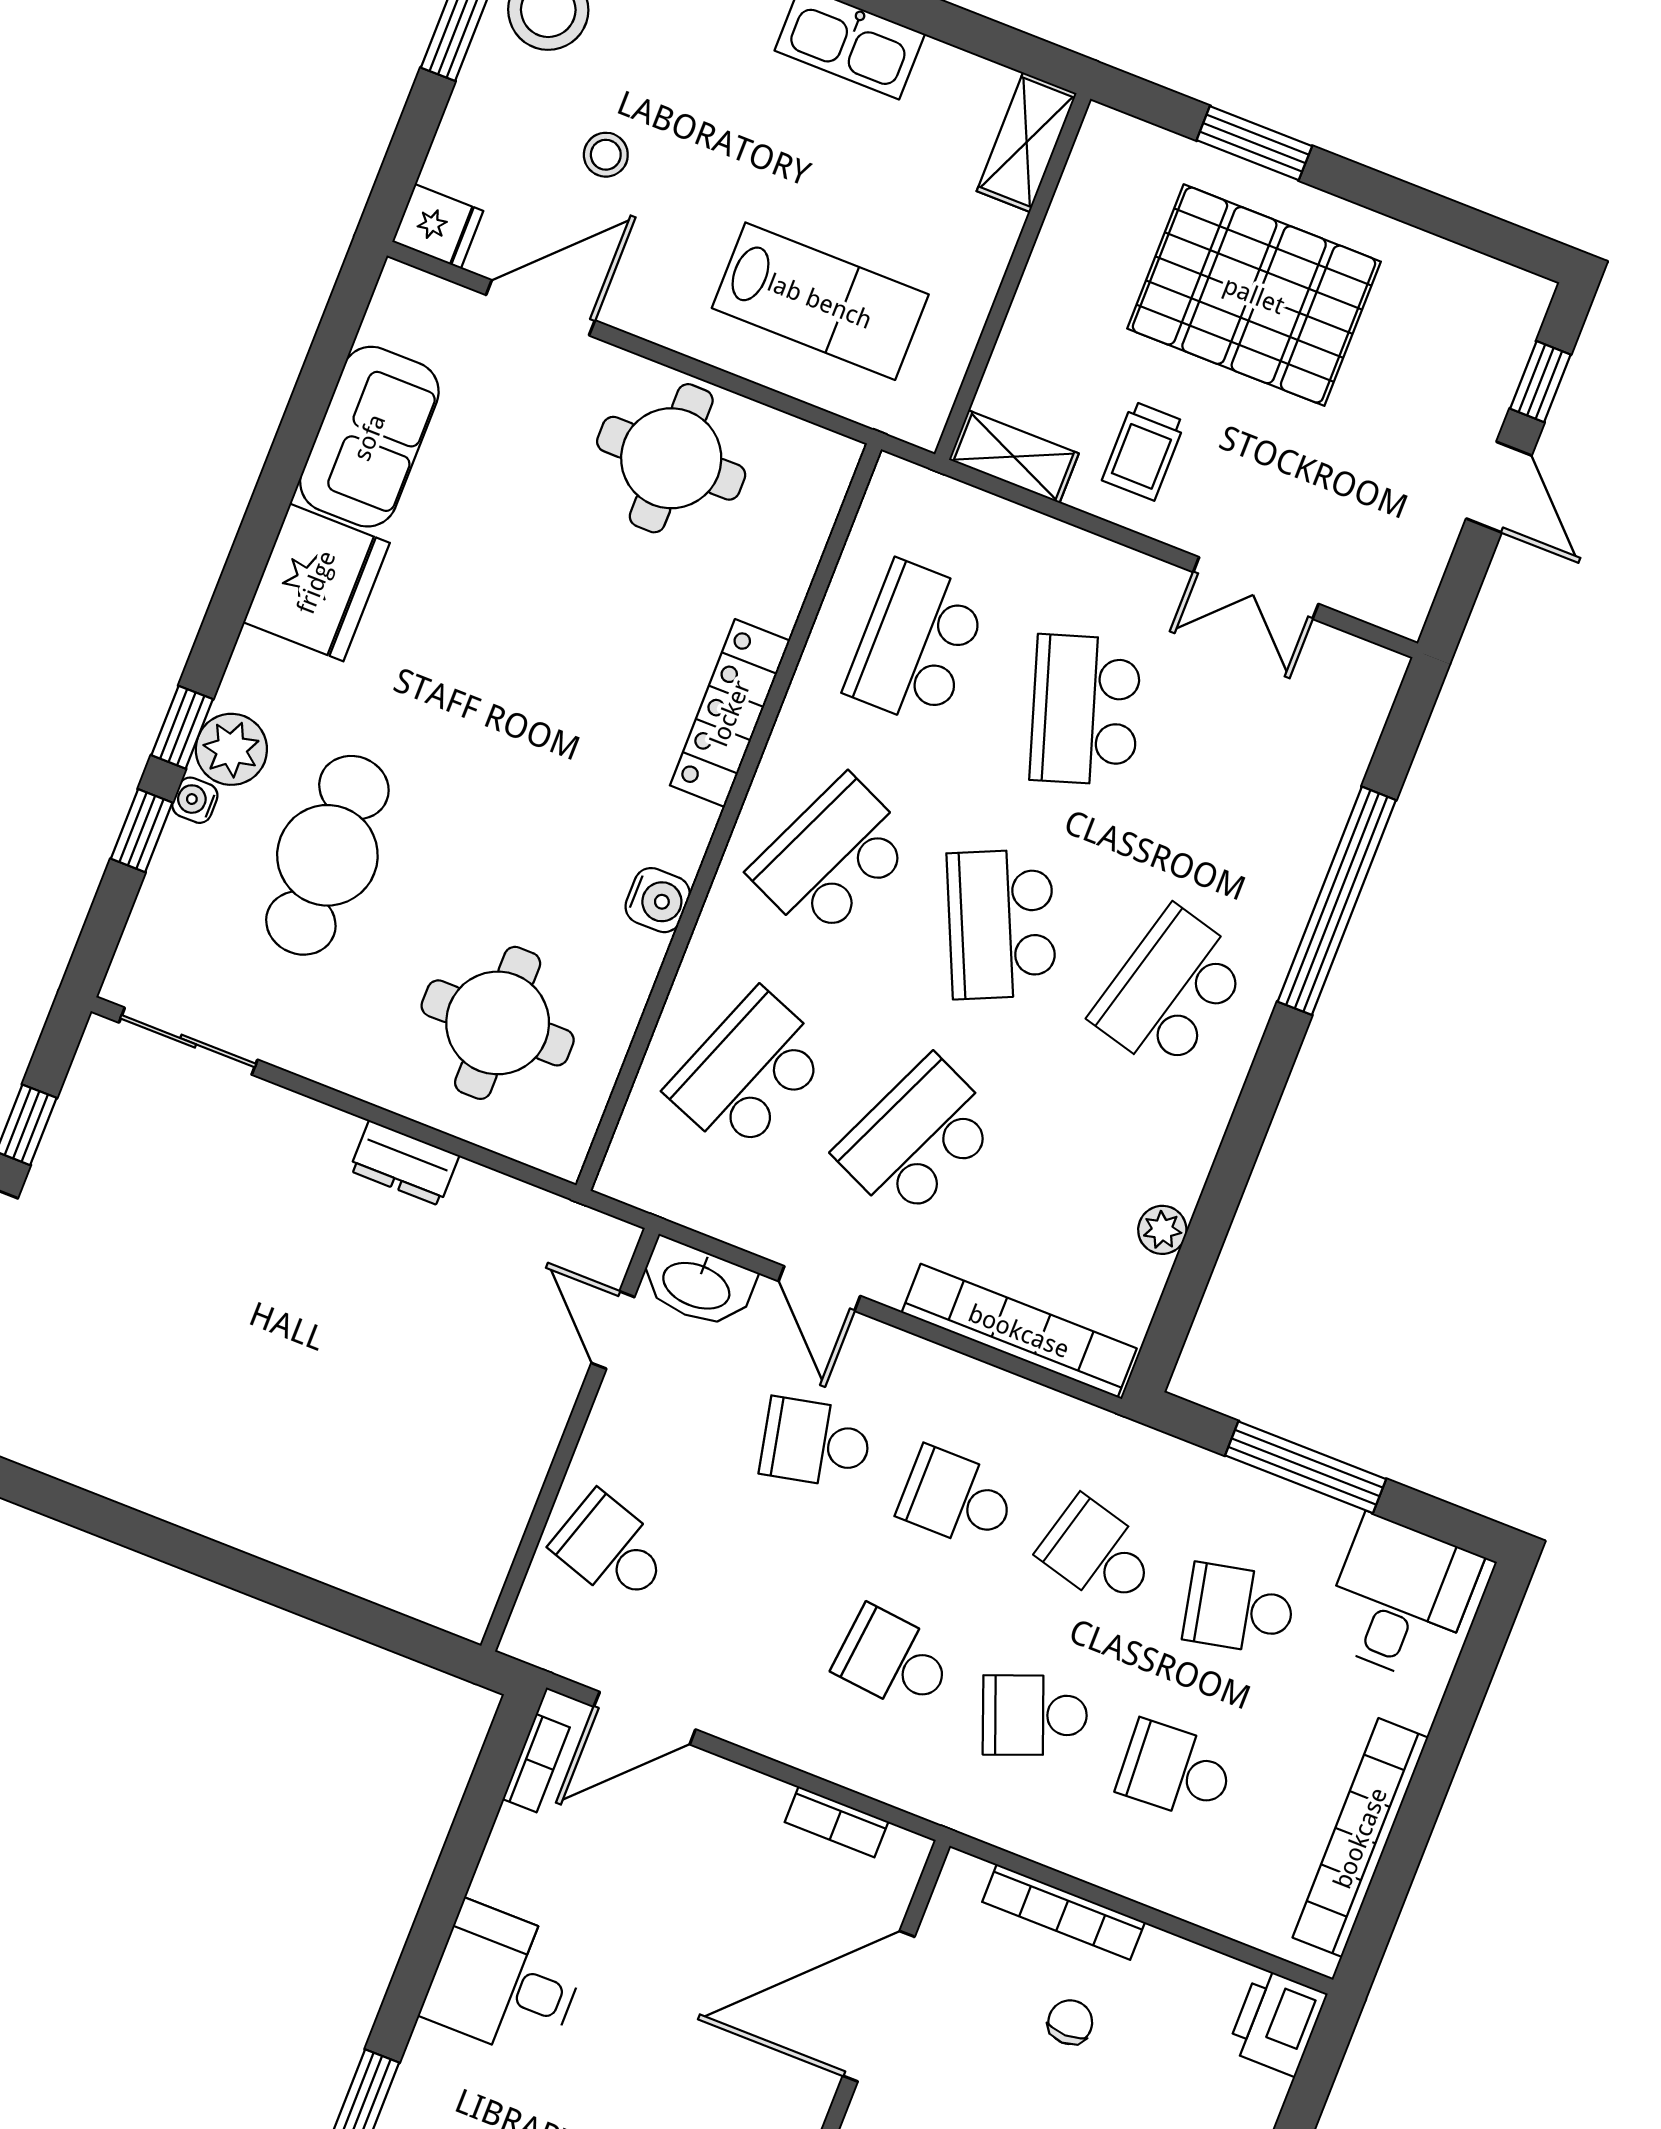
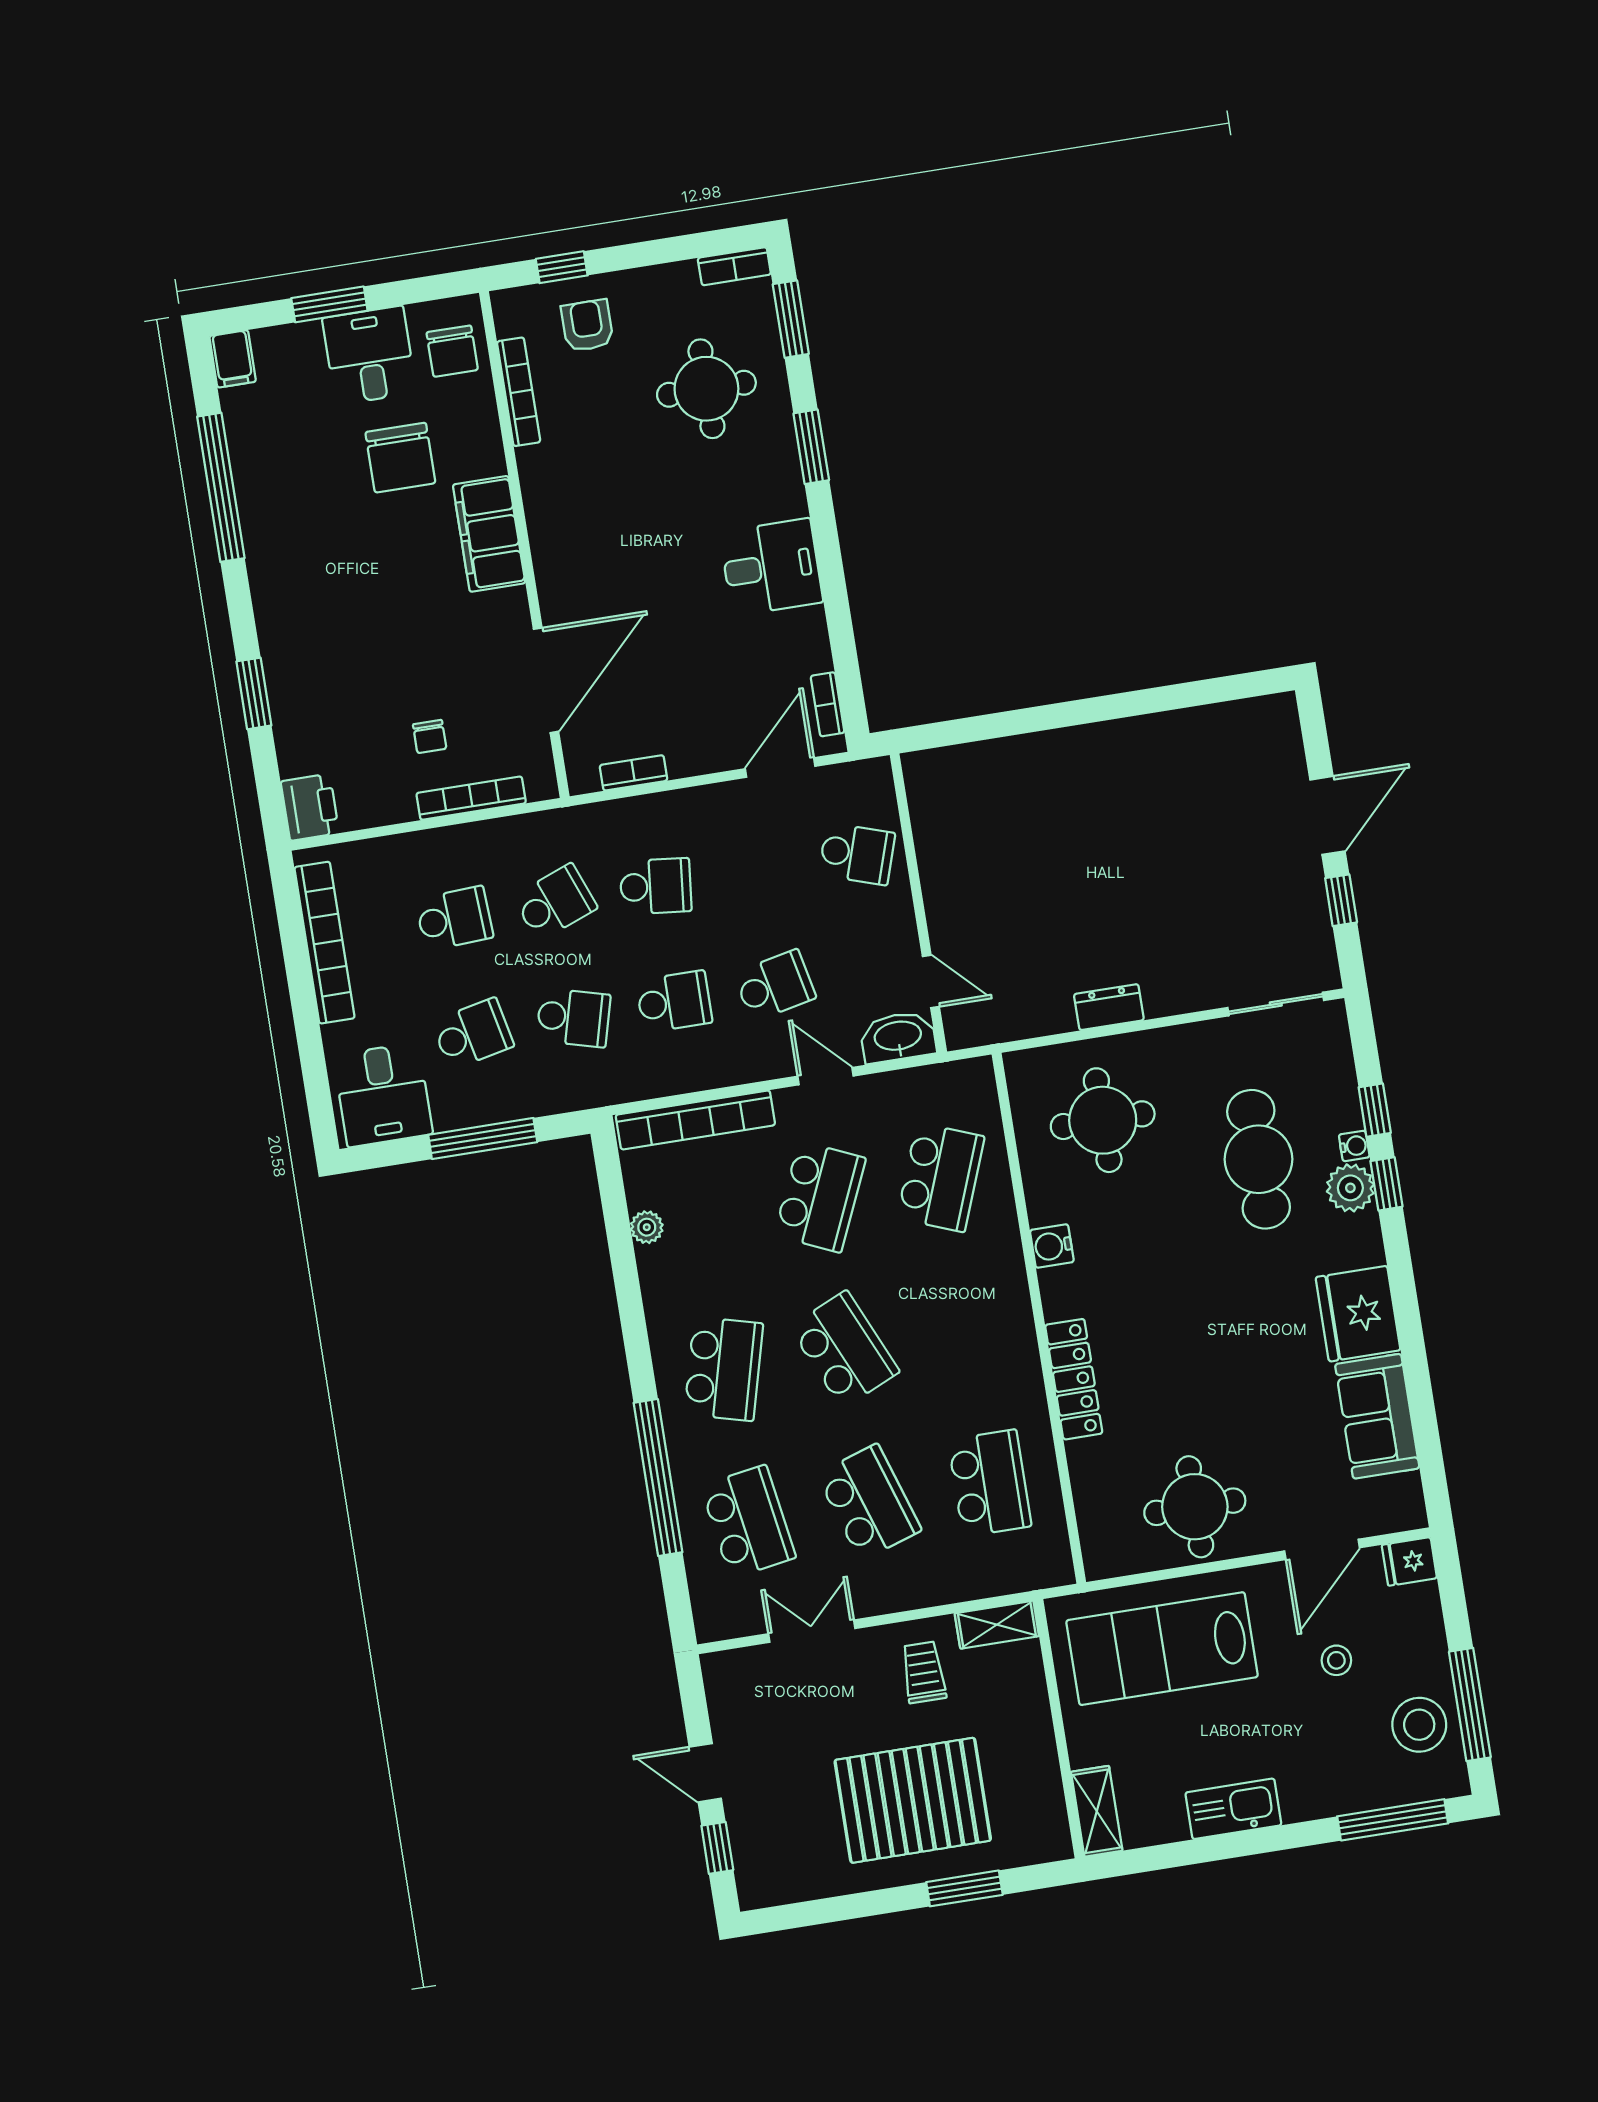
lab bench: (820, 301) -> (1162, 1649), width x1.36, depth x1.39
school desk: (832, 858) -> (748, 1522), moved, turned -33

